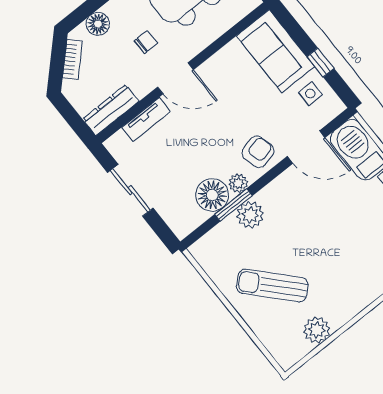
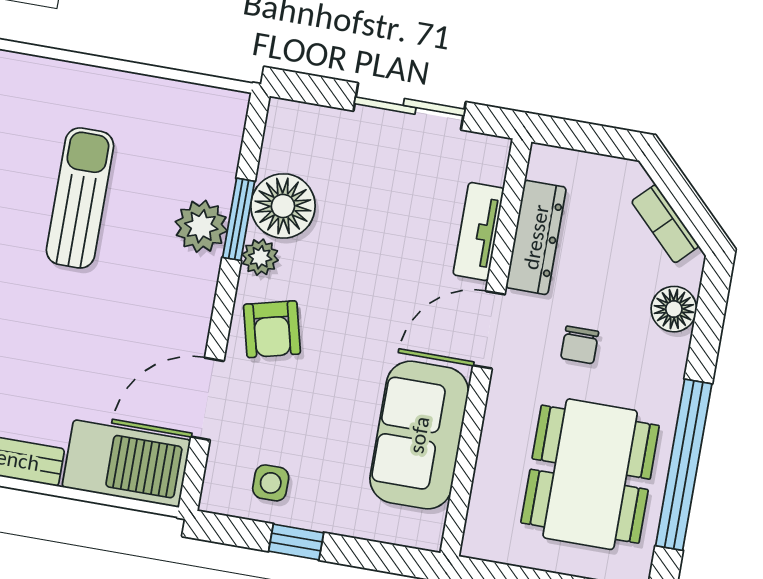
sofa: (275, 51) -> (419, 435), moved, turned -90
dresser: (111, 110) -> (536, 237), moved
sun lounger: (272, 286) -> (80, 198), moved, turned -47

